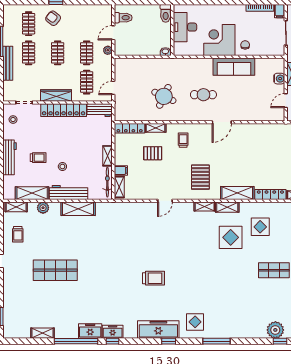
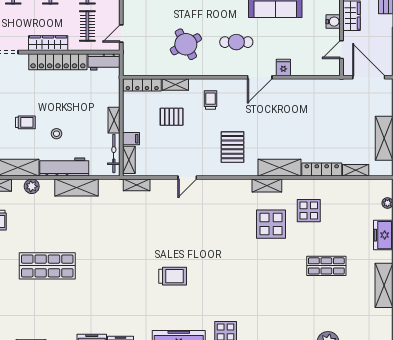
round table: (164, 96) -> (186, 44), turned 36
fridge: (240, 115) -> (283, 67), added
shelving: (205, 207) -> (137, 185), moved

